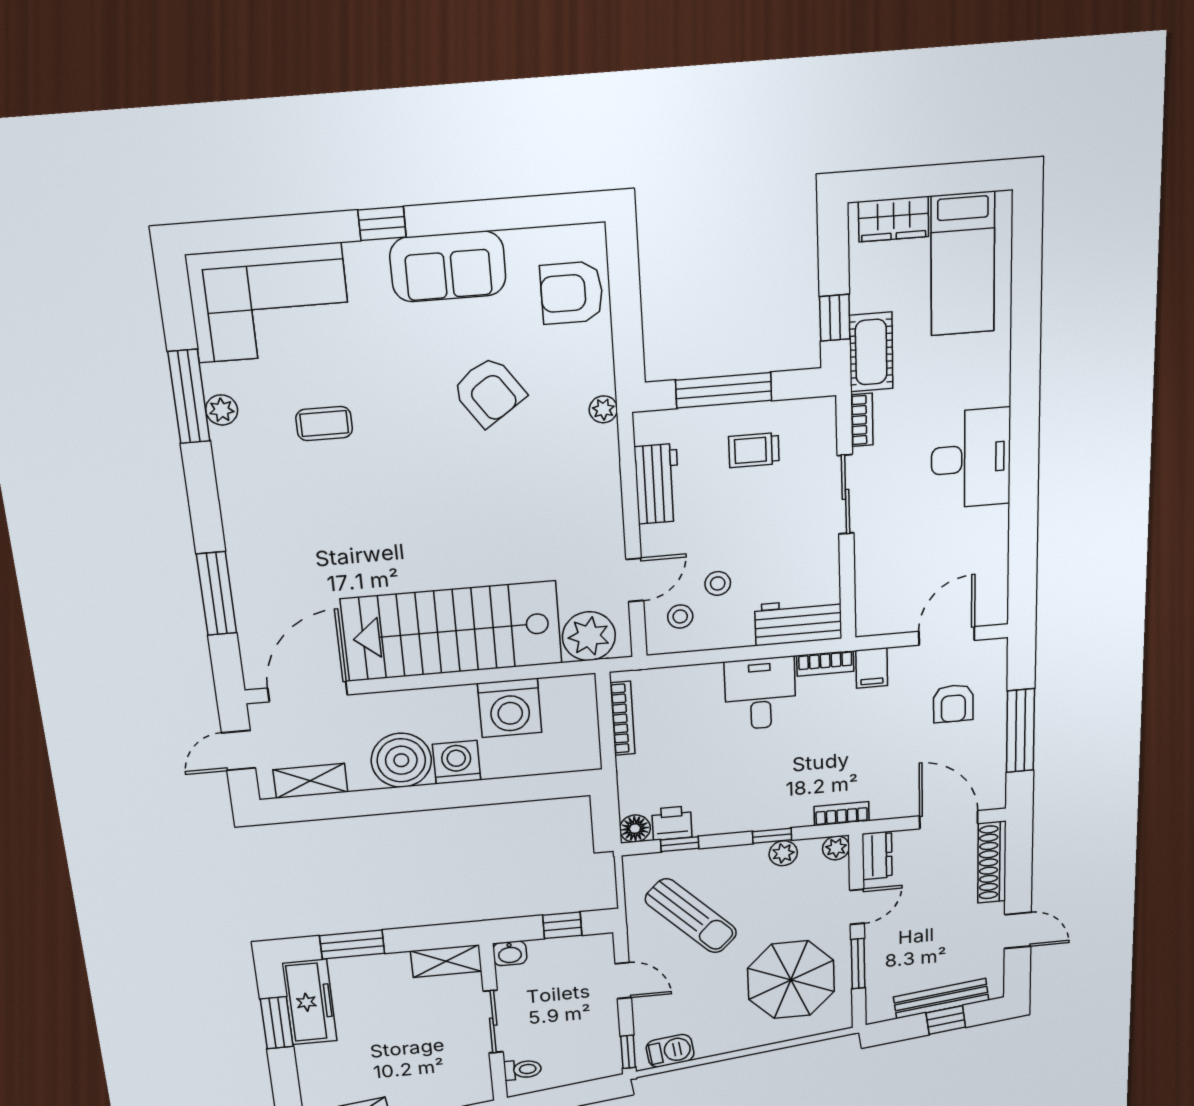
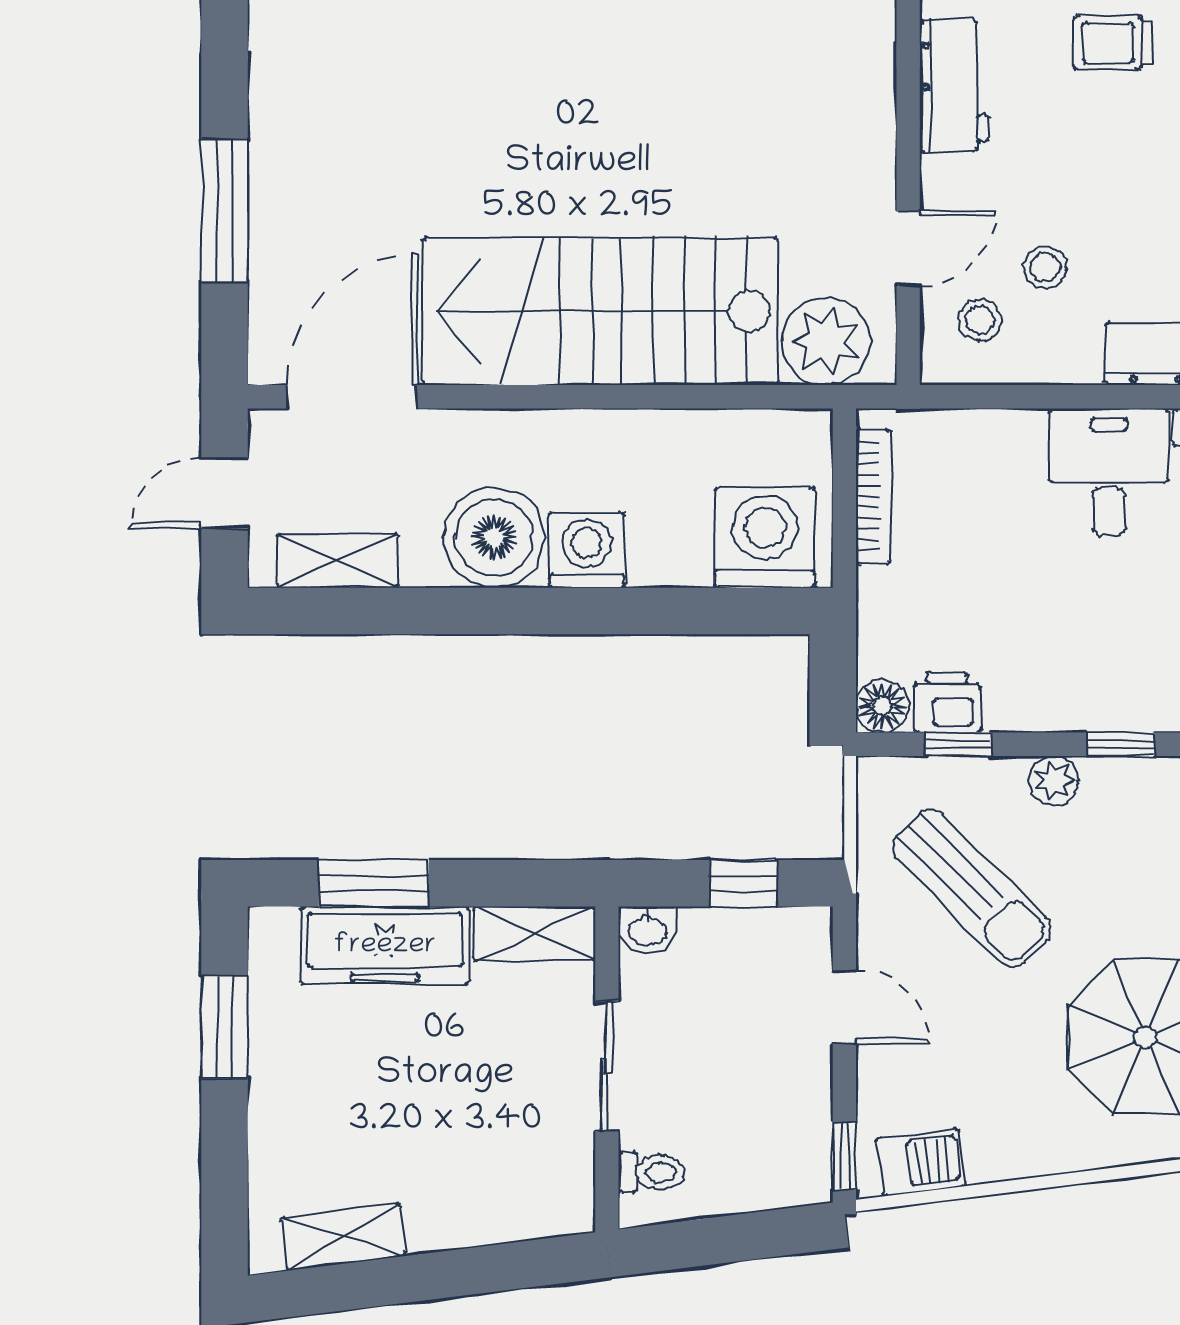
washing machine: (510, 708) -> (765, 538), moved, turned 180
plant: (783, 853) -> (1054, 781), moved
freezer: (309, 1002) -> (385, 946), moved, turned 90

